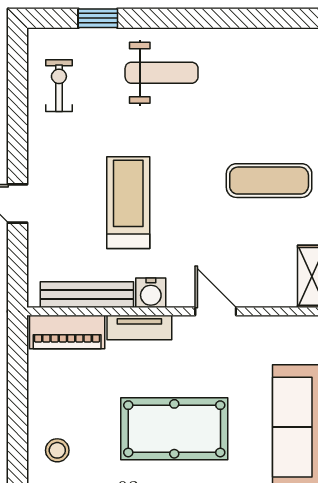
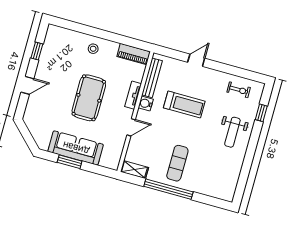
piano: (67, 332) -> (134, 54), moved, turned -90

